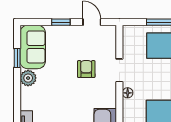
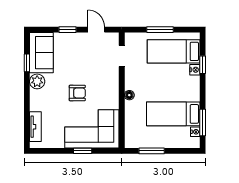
armchair: (86, 69) -> (77, 93), moved, turned 90
doorway: (119, 70) -> (122, 56), moved

